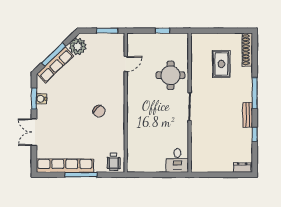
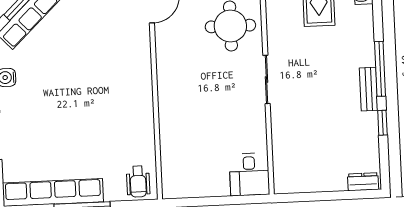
window: (255, 93) -> (380, 69), moved
chair: (99, 111) -> (108, 94), removed

